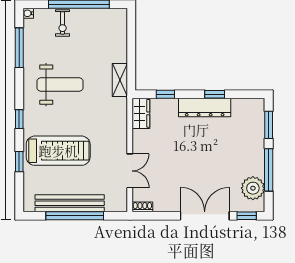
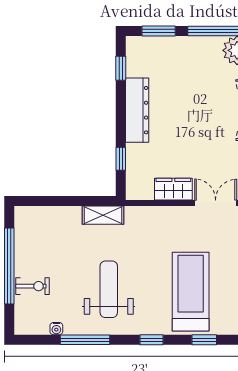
water cooler: (28, 13) -> (56, 329), moved
window: (19, 48) -> (85, 340), moved
window: (215, 94) -> (121, 68), moved
wardrobe: (141, 113) -> (173, 189), moved

